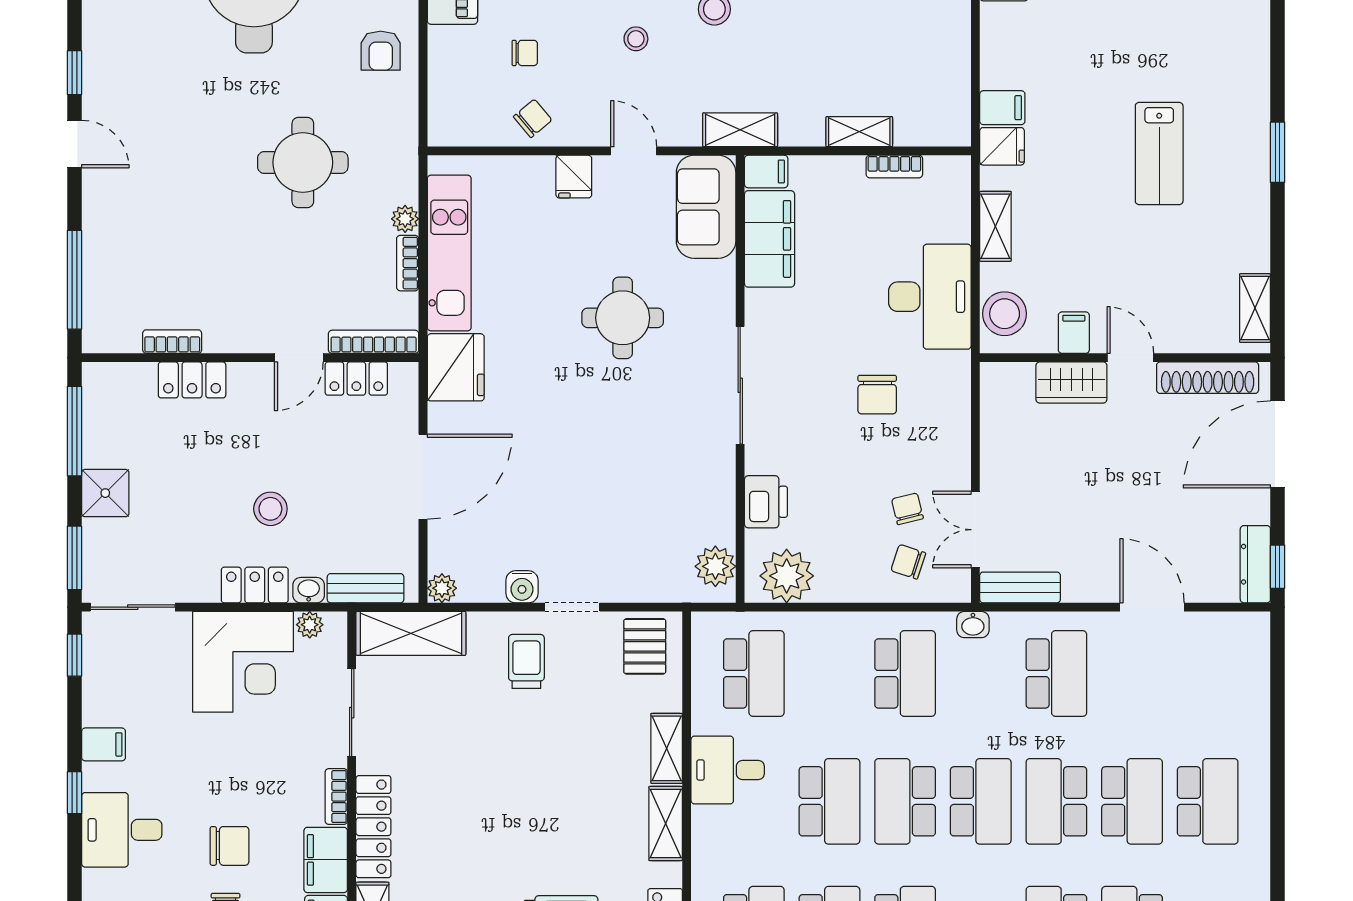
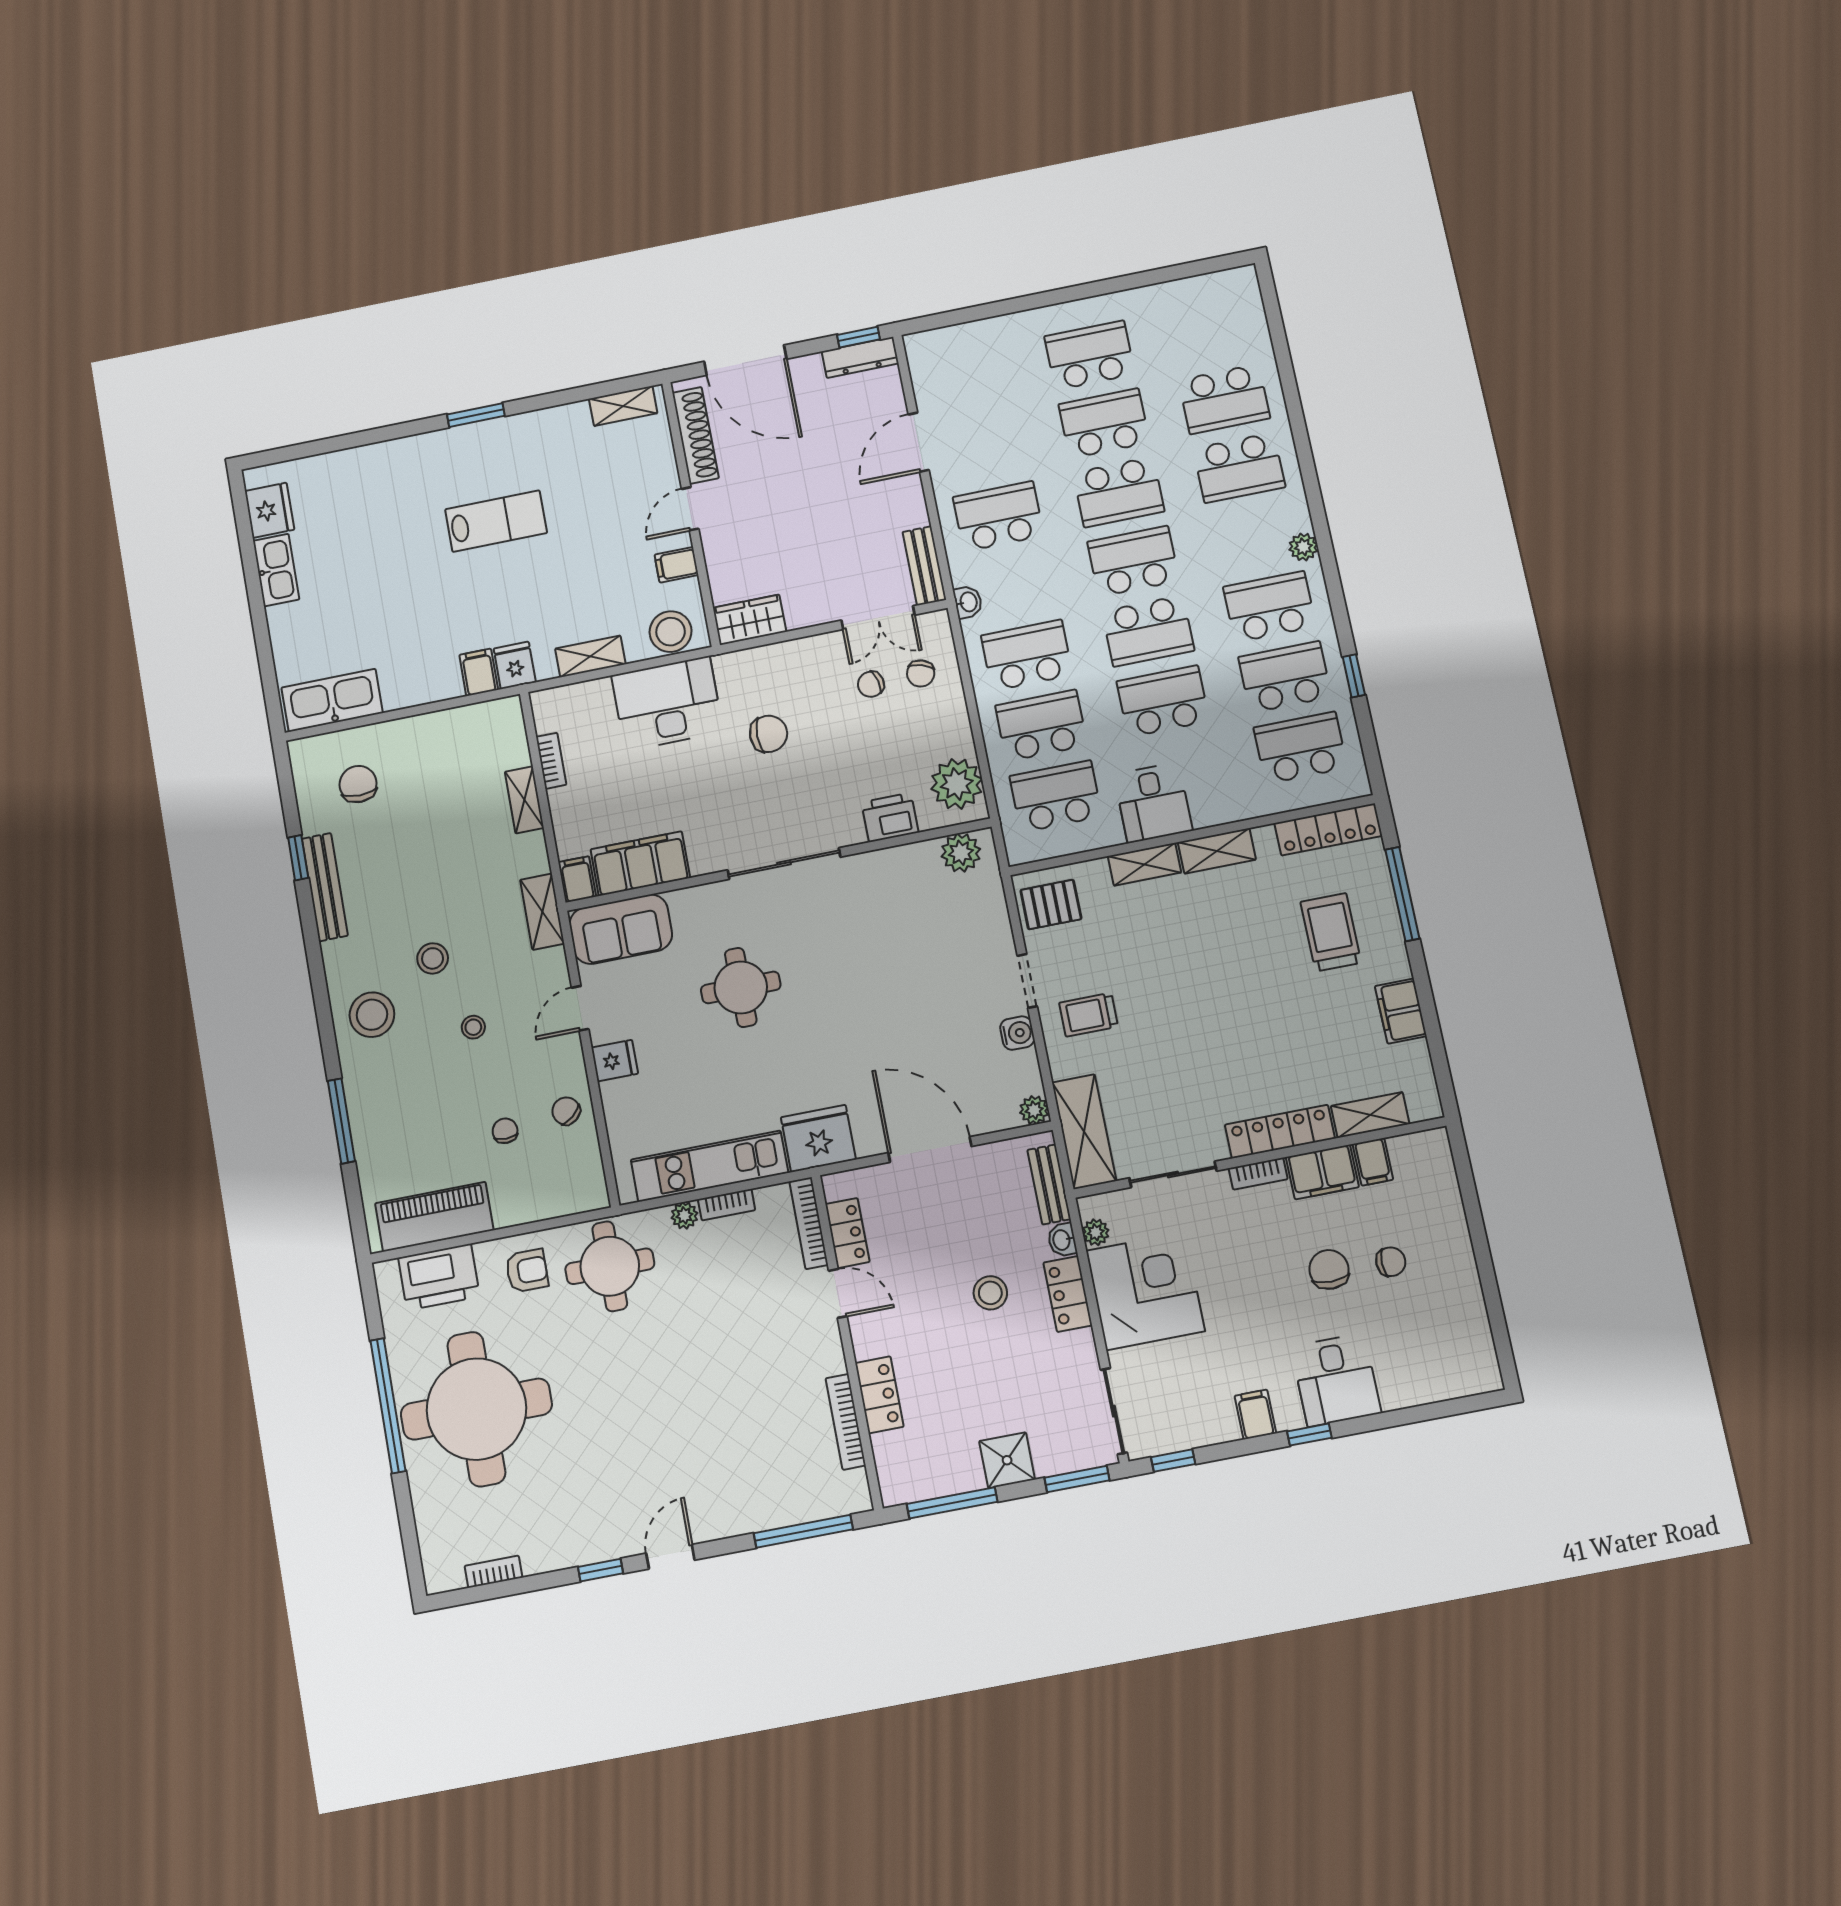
round table: (303, 162) -> (610, 1266), moved
bookcase: (172, 342) -> (846, 1422), width x1.56
wardrobe: (1071, 382) -> (750, 620), moved, turned -90
school desk: (829, 673) -> (1041, 725), added

